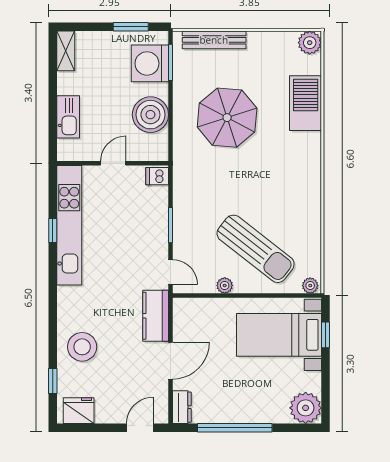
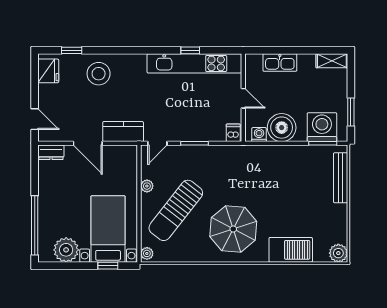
parasol: (227, 118) -> (233, 229), moved
washing machine: (159, 143) -> (259, 135), added
plant: (306, 408) -> (66, 250), moved
window: (235, 428) -> (35, 225), moved

